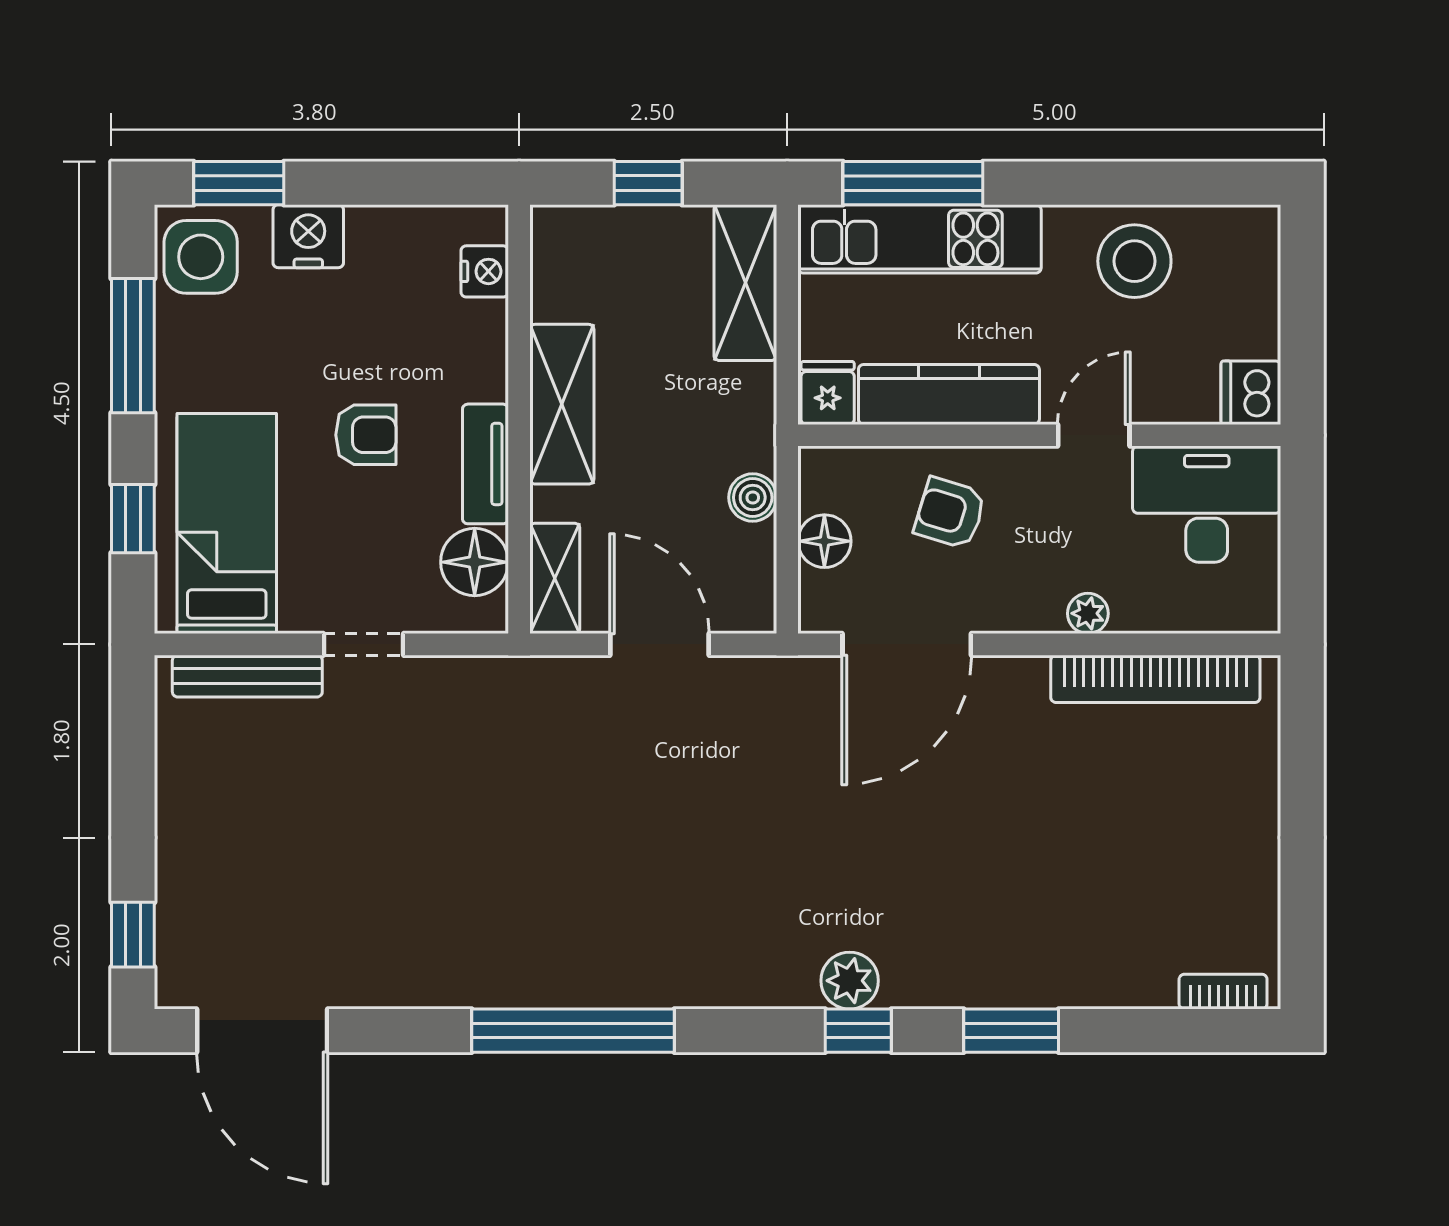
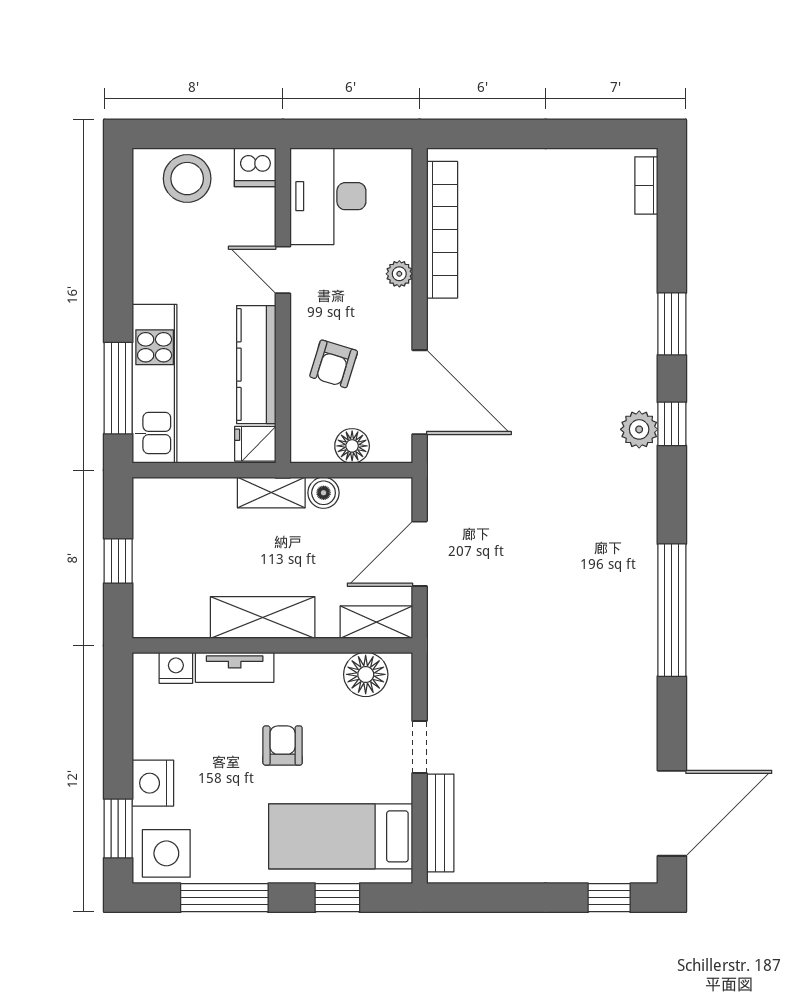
stool: (1134, 261) -> (187, 179), moved
shelving: (745, 283) -> (271, 492), moved, width x0.67, depth x0.75
tv unit: (485, 464) -> (235, 667), moved

